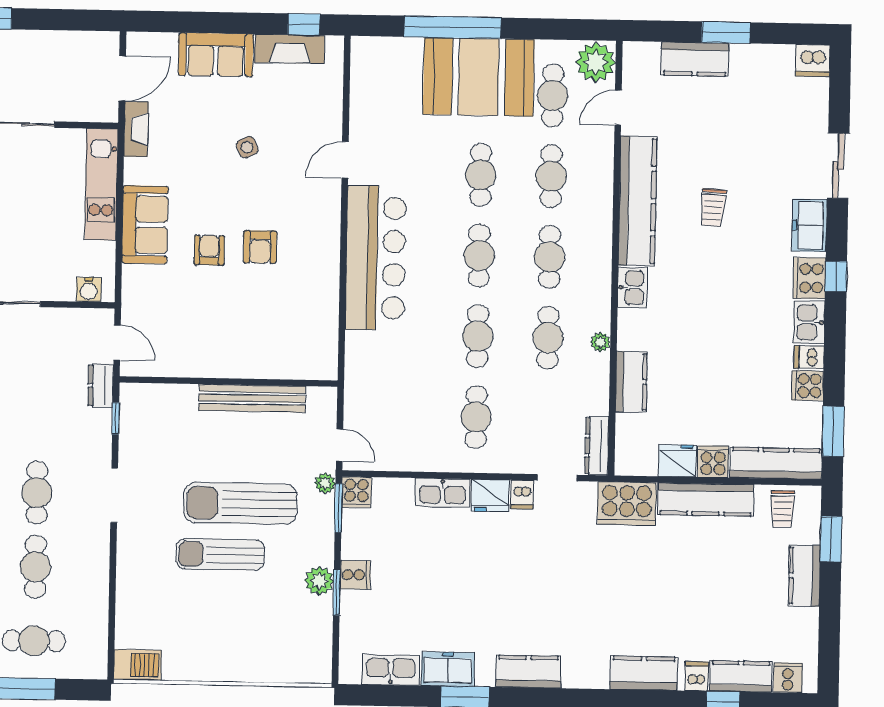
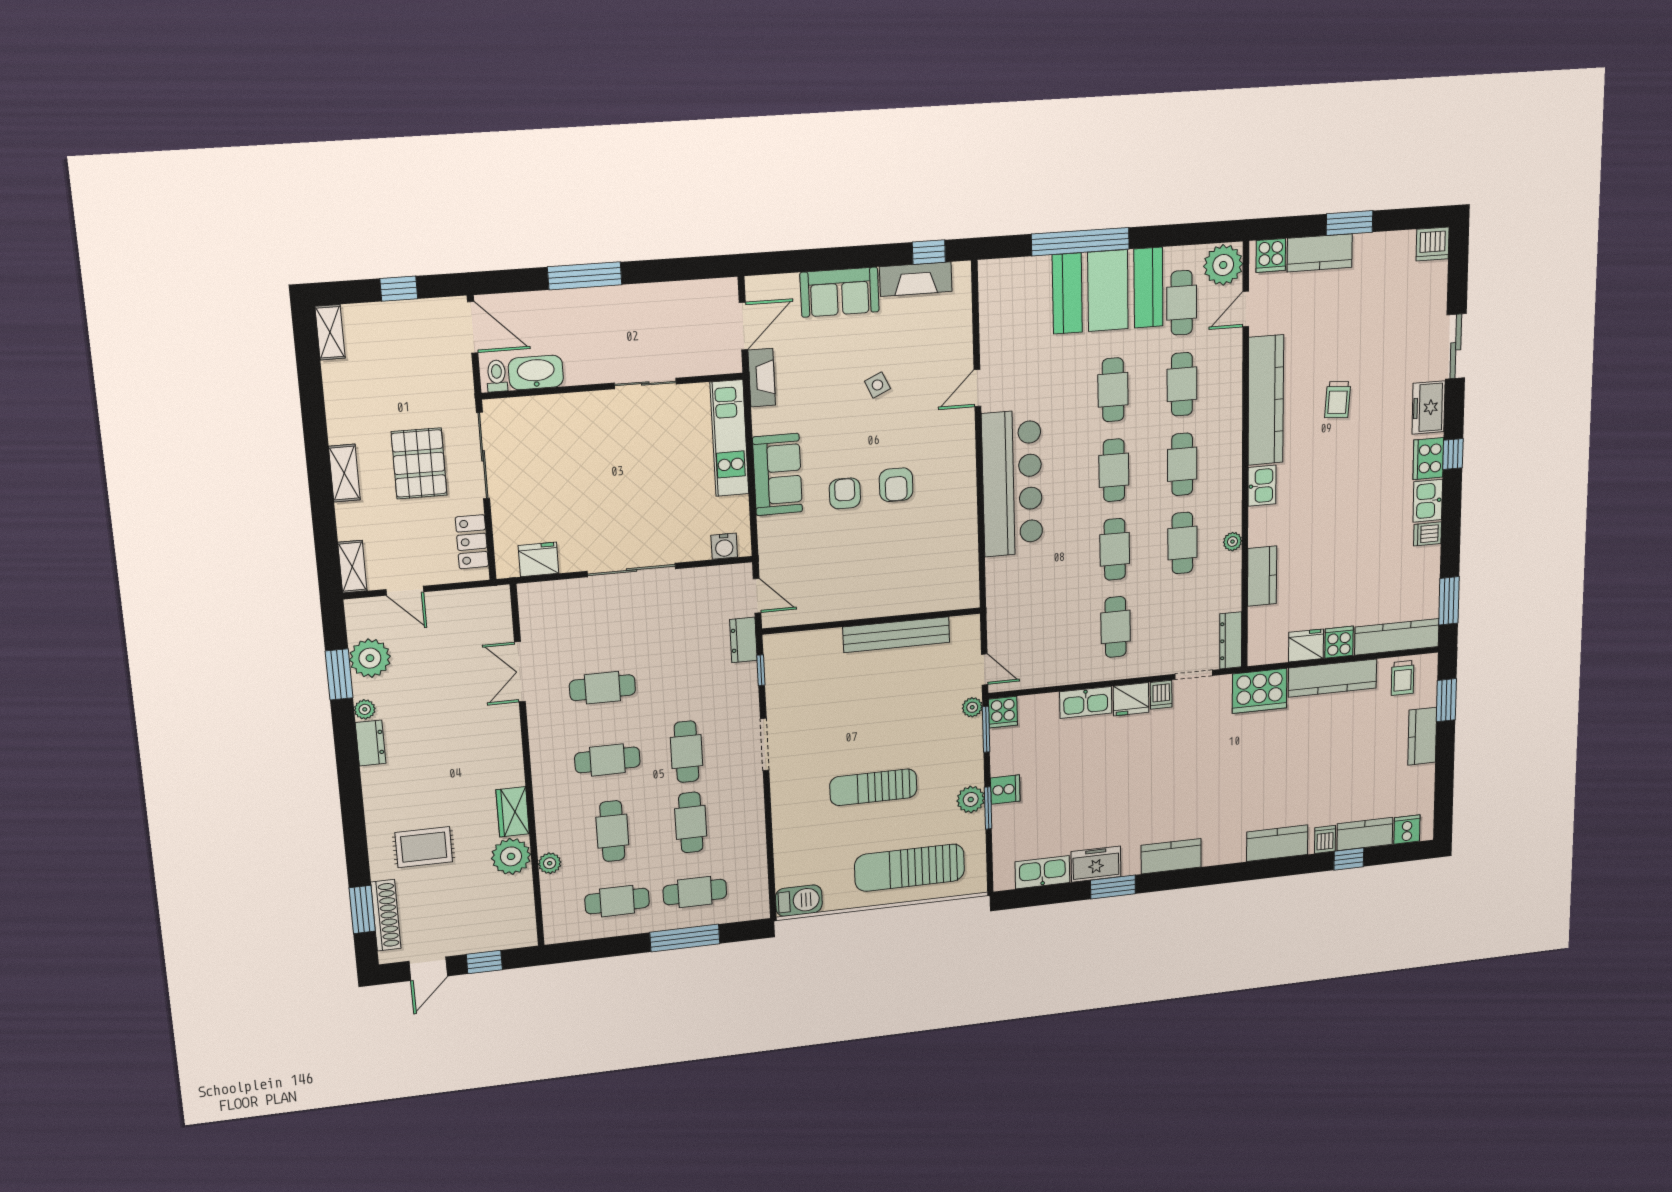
cooker: (808, 386) -> (1271, 255), moved, turned -90
sun lounger: (240, 503) -> (910, 868), moved

